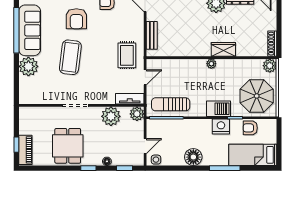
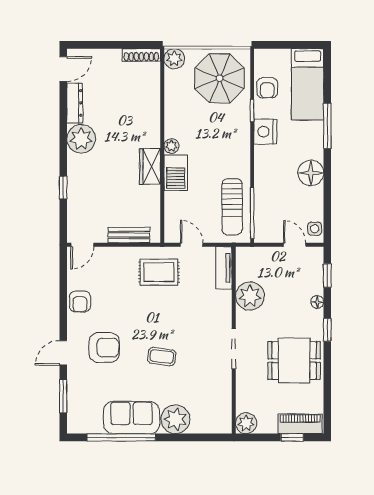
sofa: (30, 30) -> (132, 418), width x0.73
wardrobe: (223, 49) -> (150, 167), moved
coffee table: (70, 57) -> (162, 357), width x0.54, depth x0.58
barbecue: (218, 109) -> (176, 173), moved, turned 180
plant: (137, 114) -> (246, 423), moved

